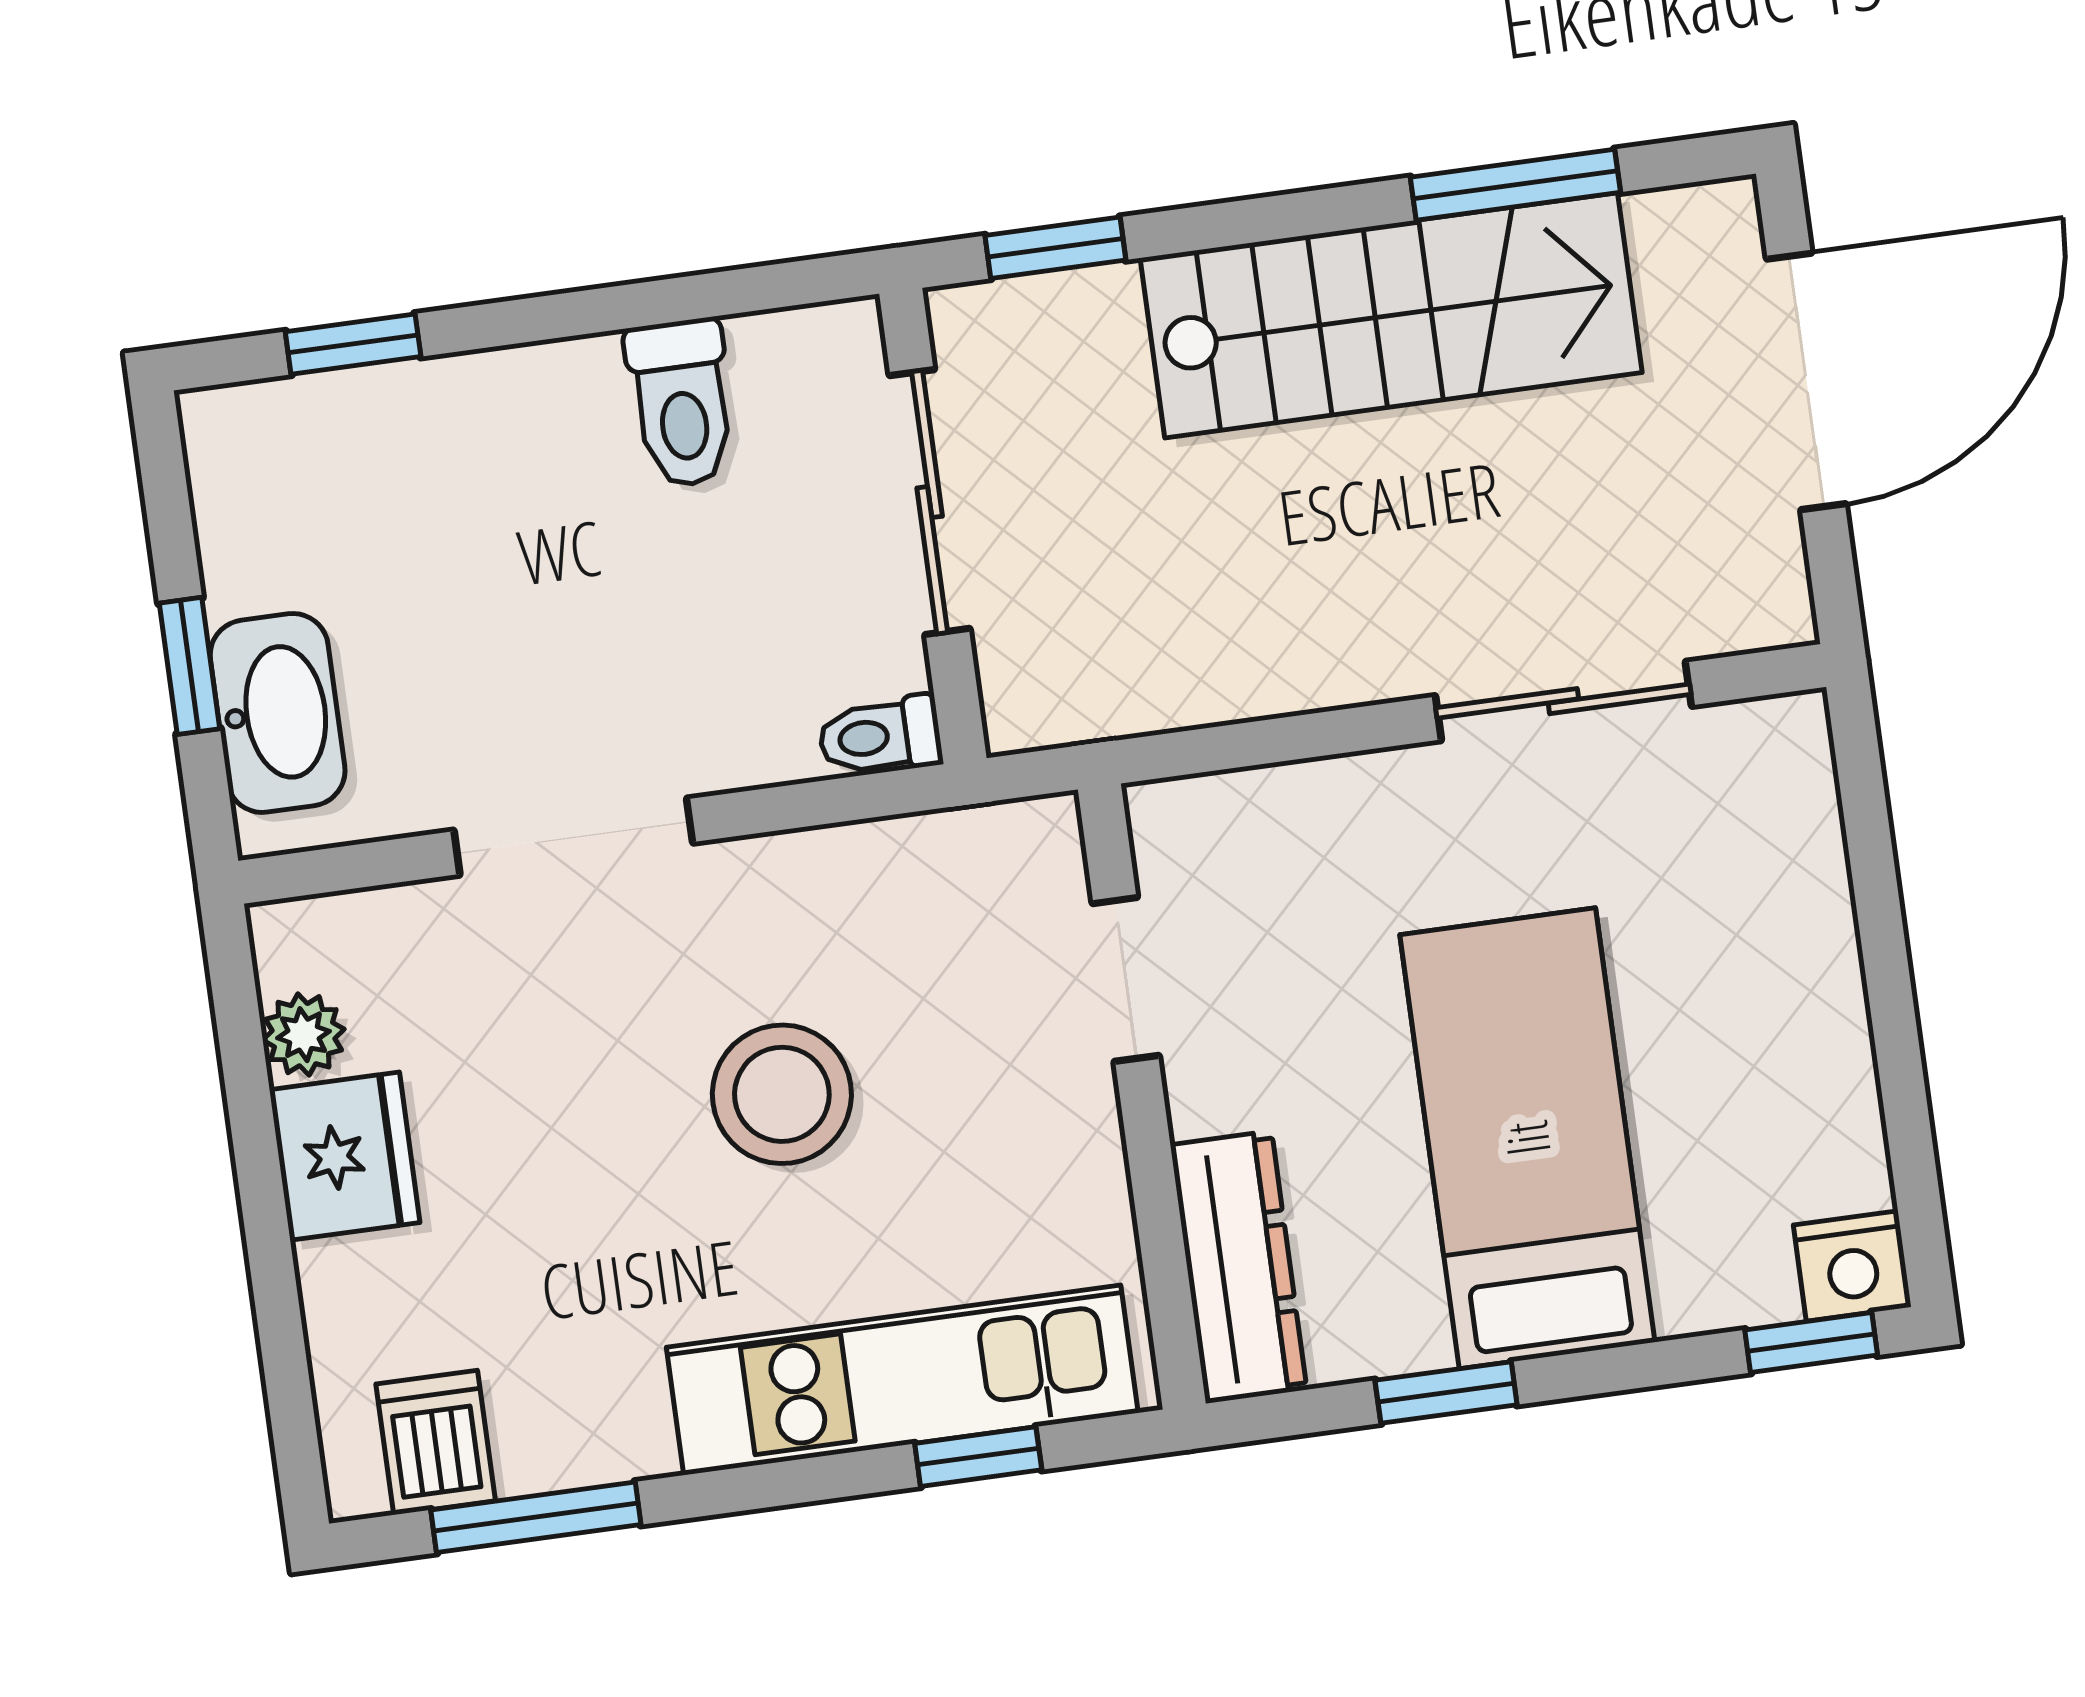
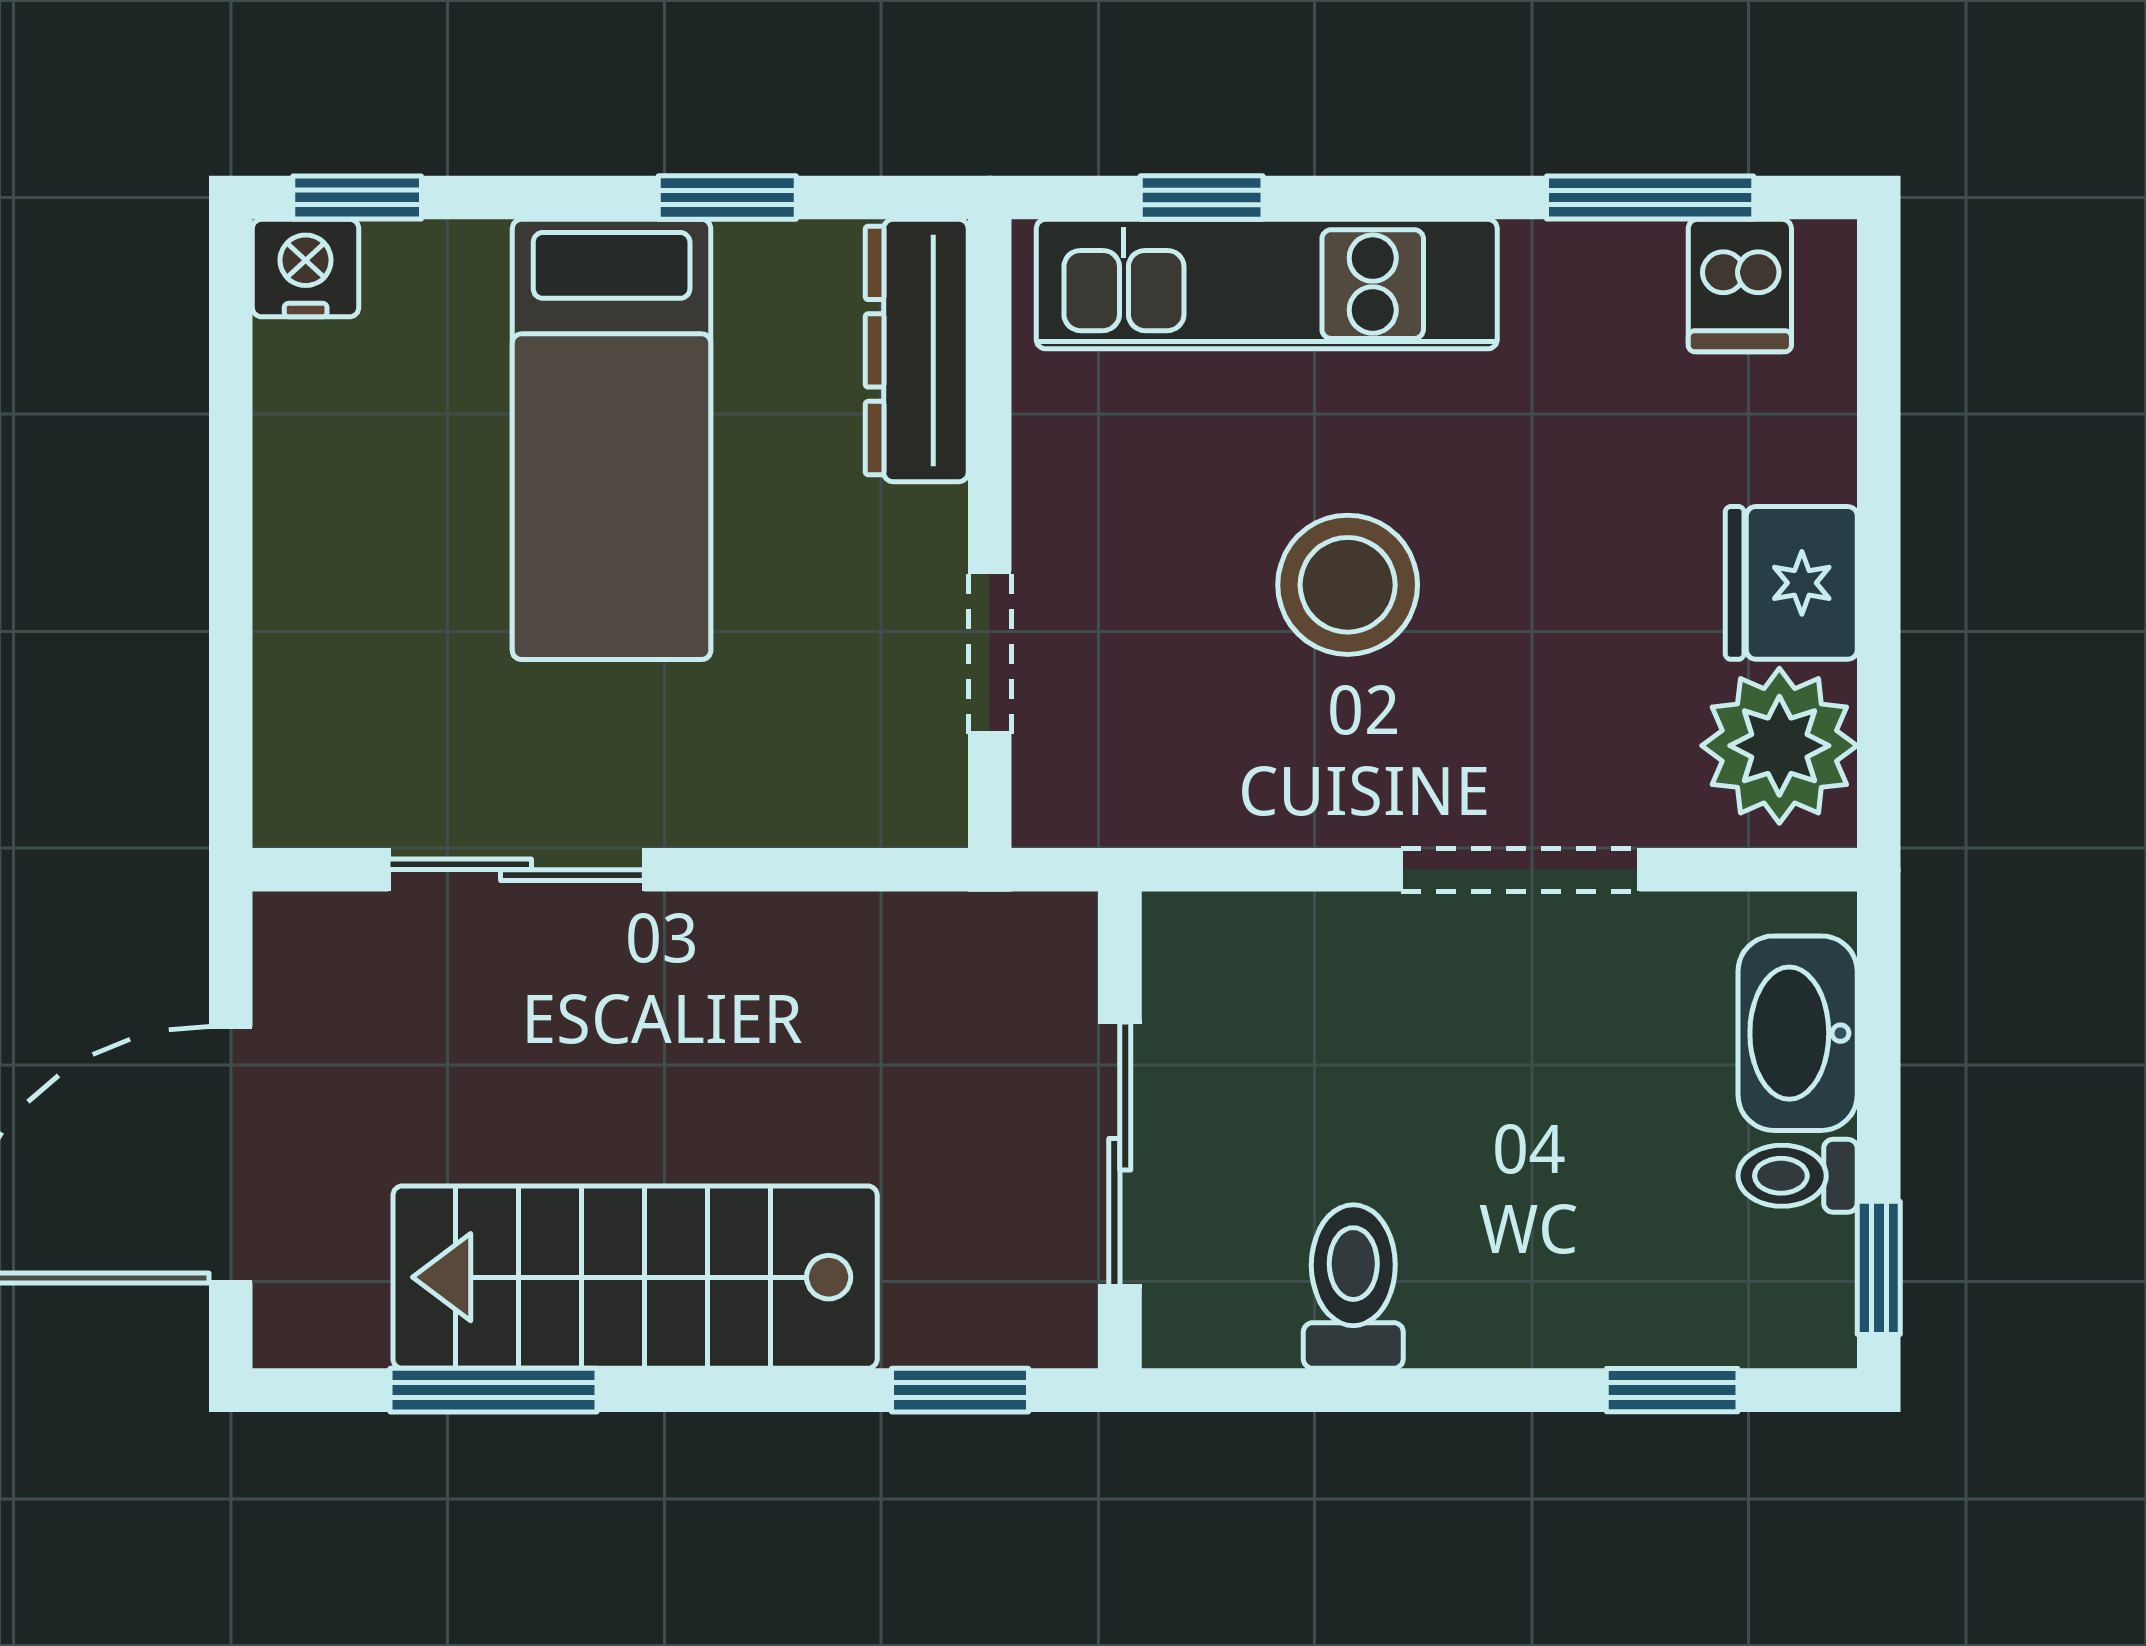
window: (190, 666) -> (1879, 1268), moved
toilet: (880, 736) -> (1798, 1176), moved, turned 180
plant: (303, 1035) -> (1779, 746), width x1.88, depth x1.88

